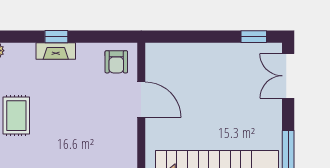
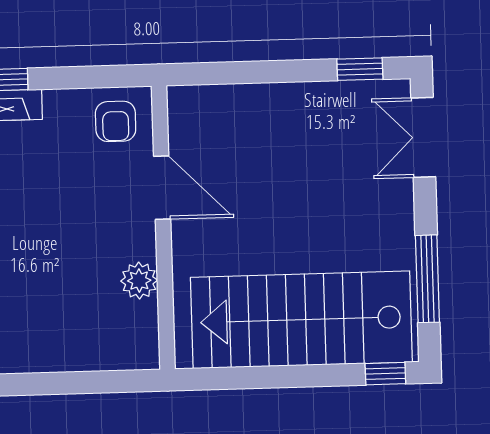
plant: (127, 151) -> (139, 281), added

